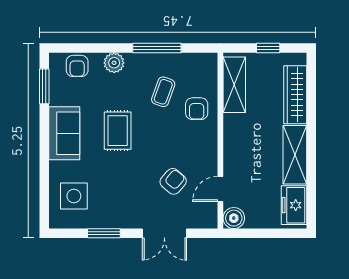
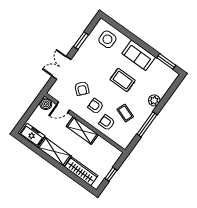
armchair: (77, 66) -> (96, 106), moved
shelving: (234, 85) -> (82, 130), moved
door: (220, 189) -> (63, 107), swing flipped

